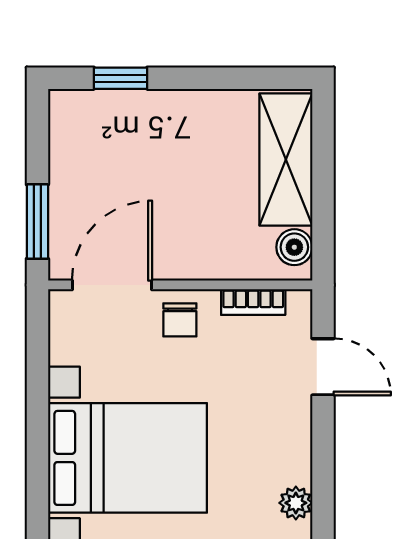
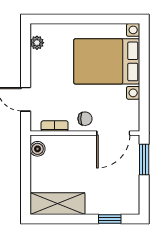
shelving: (286, 160) -> (58, 204), moved, turned 90
chair: (180, 320) -> (85, 119), turned 90

